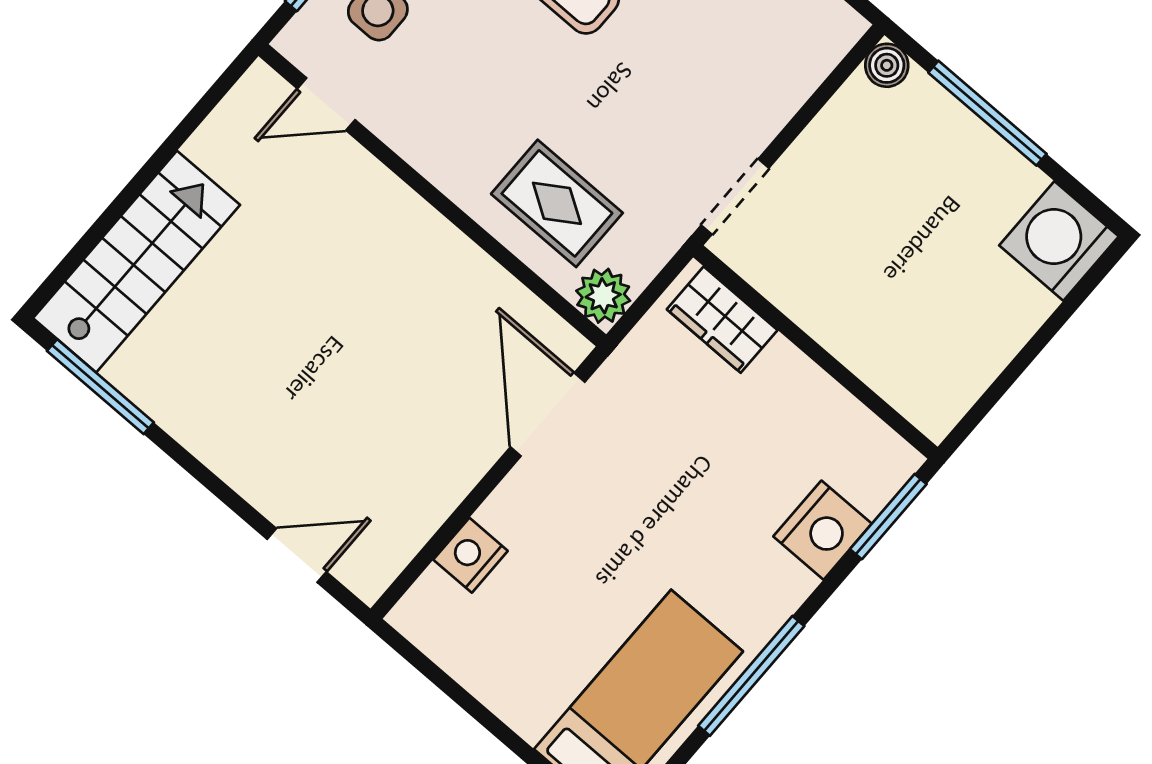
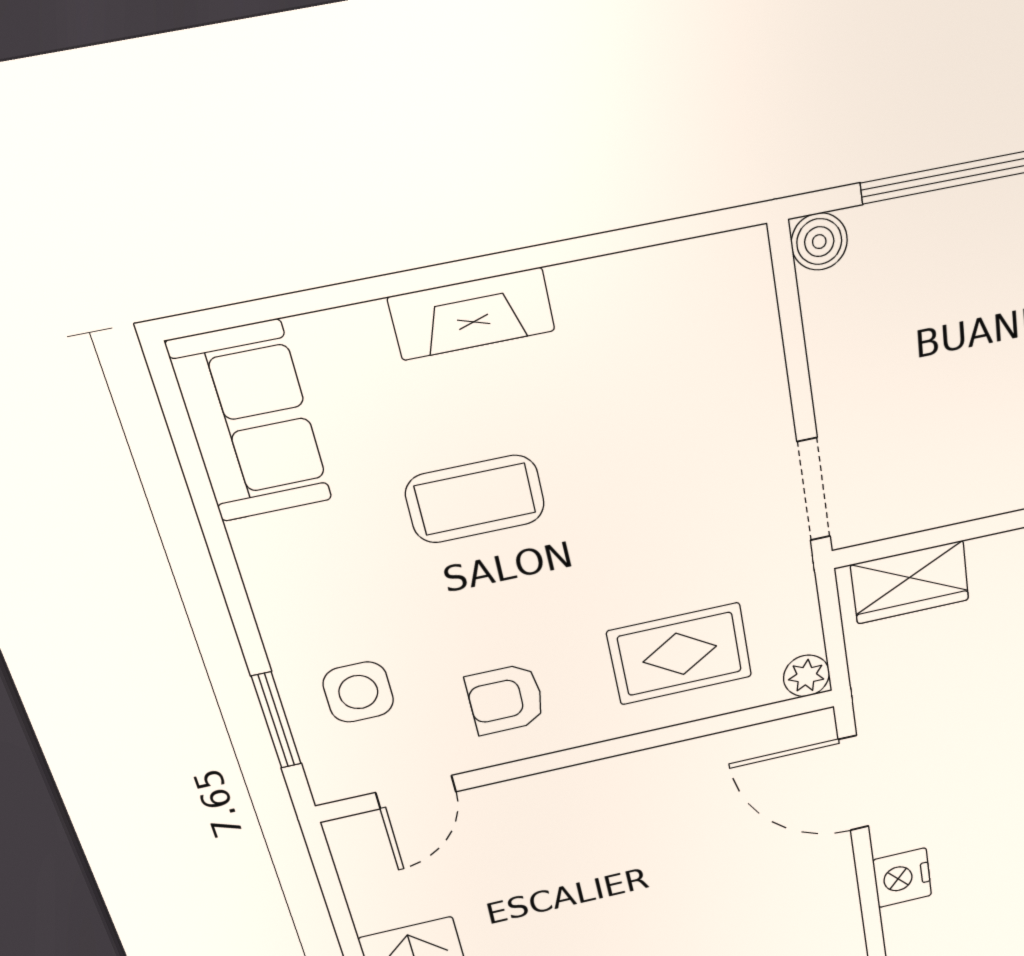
armchair: (440, 111) -> (506, 699), added
plant: (603, 296) -> (806, 676), width x0.73, depth x0.73
nightstand: (471, 555) -> (902, 878), moved

